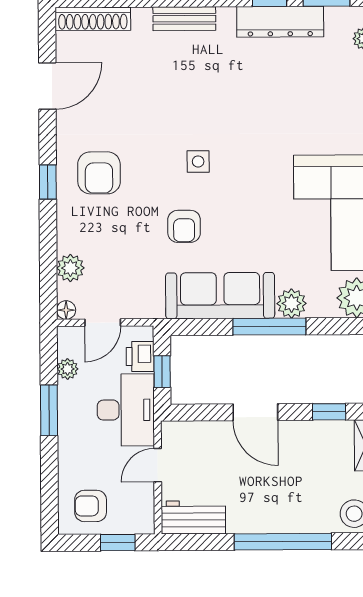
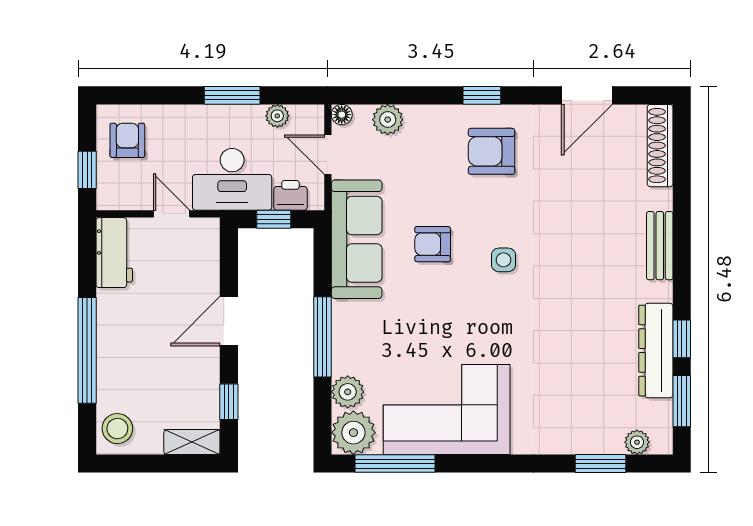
door: (47, 86) -> (587, 95), hinge flipped
sofa: (220, 296) -> (357, 239), moved
plant: (292, 303) -> (348, 392), moved

